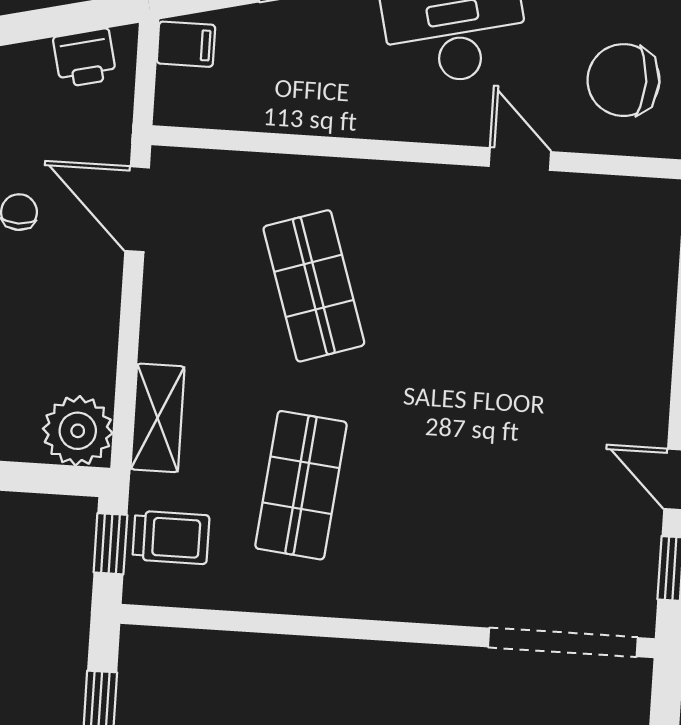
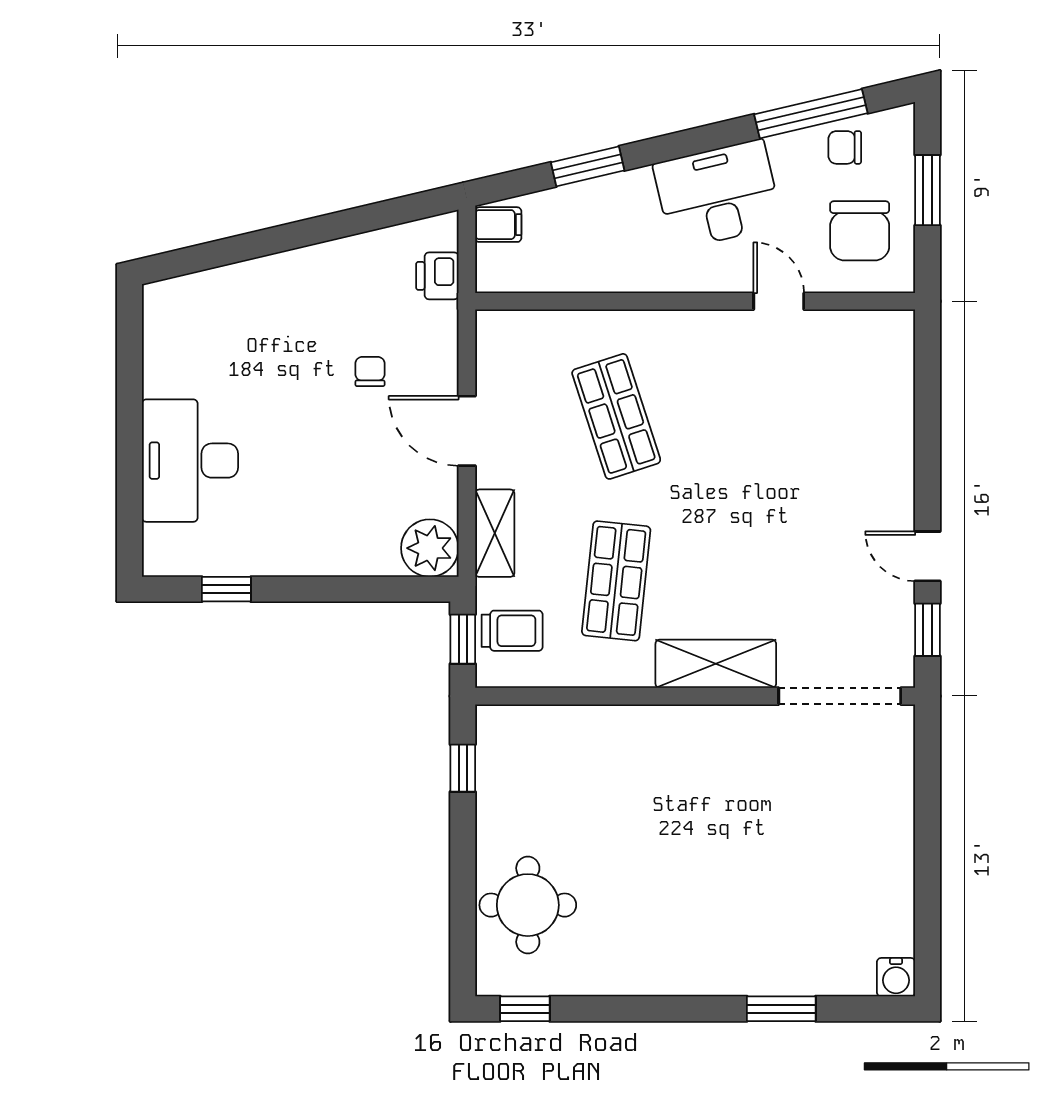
printer: (85, 58) -> (437, 276), moved, turned 103
chair: (623, 80) -> (860, 231), turned -90
door: (137, 209) -> (467, 431), moved
shelving: (415, 593) -> (716, 664), added

